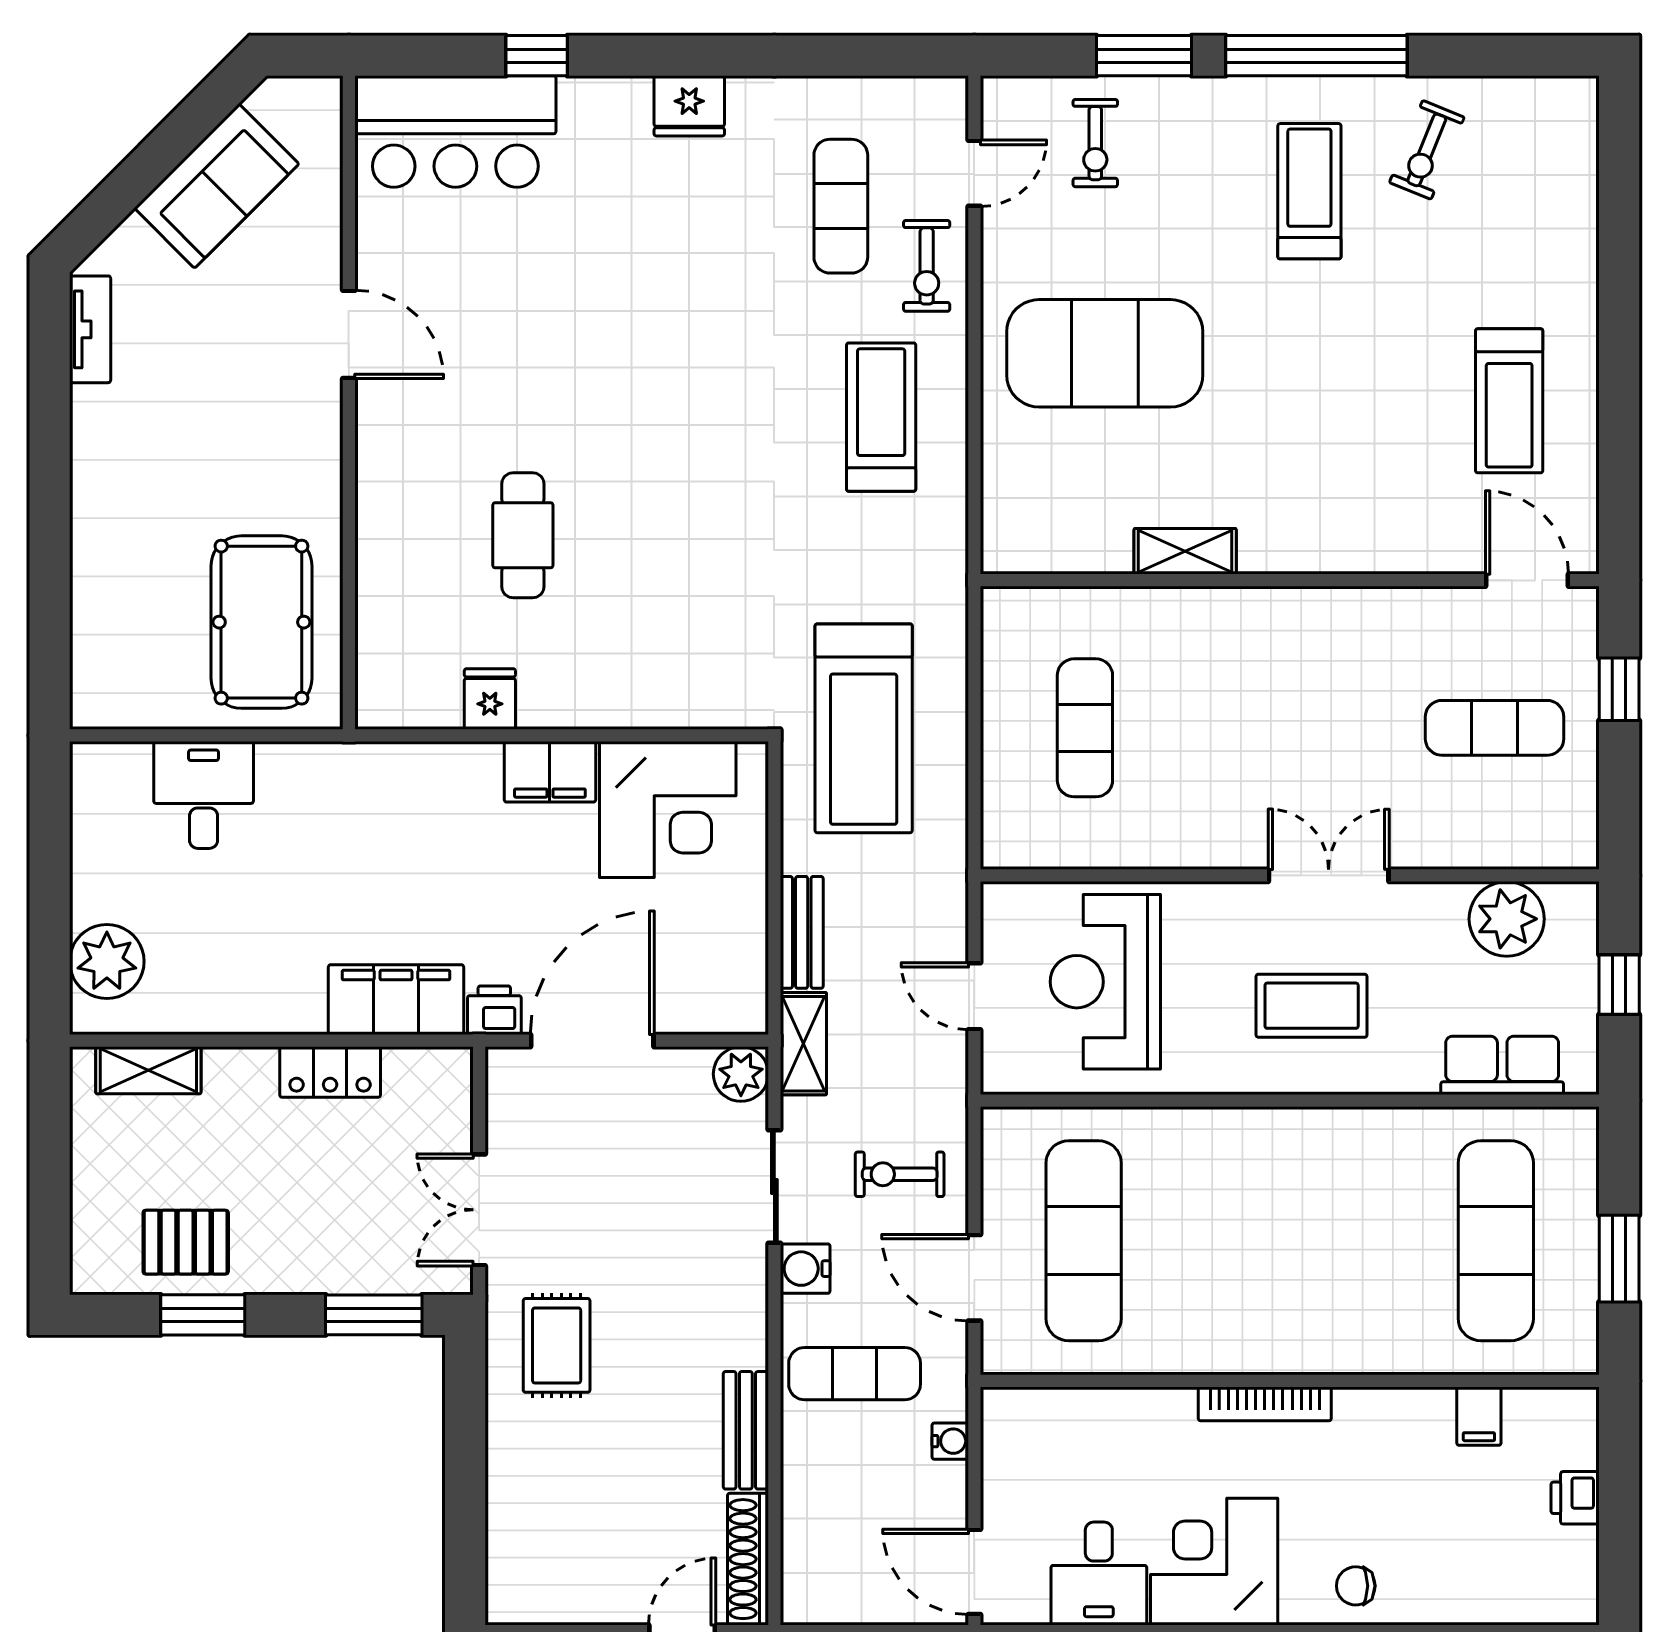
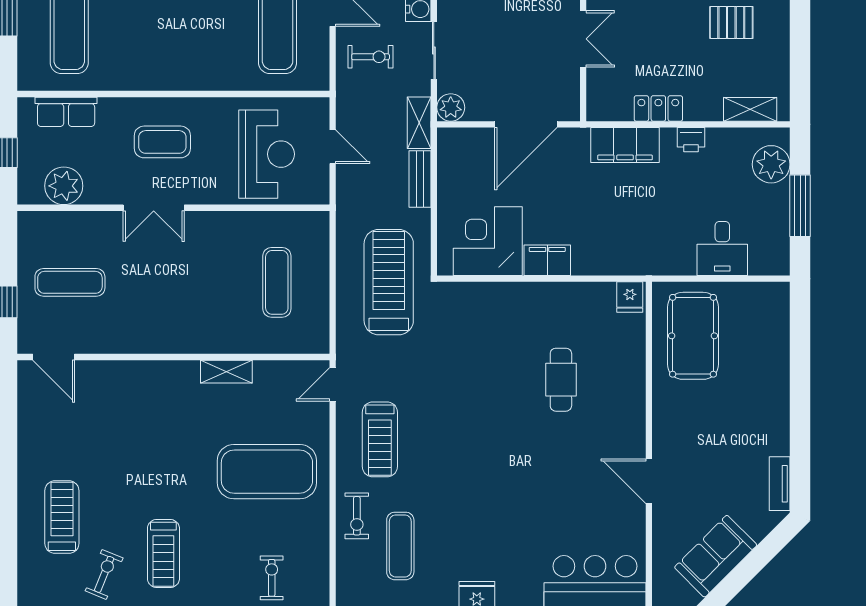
door: (974, 173) -> (333, 384), moved
exercise bike: (927, 266) -> (357, 516), turned 180
treadmill: (1509, 401) -> (62, 517), moved
fridge: (490, 699) -> (630, 297), moved
window: (50, 879) -> (800, 206), added
printer: (494, 1010) -> (691, 140), moved

